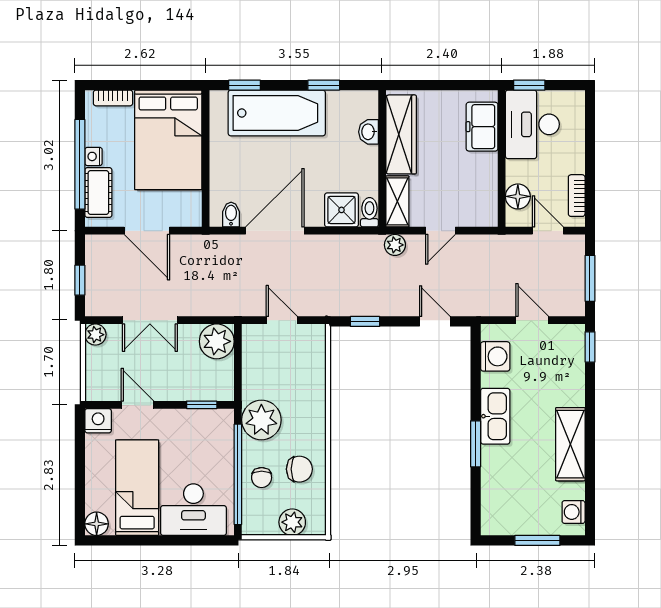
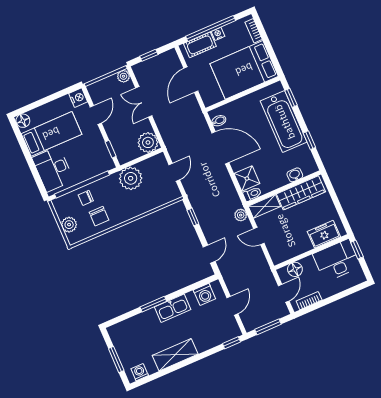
plant: (261, 420) -> (131, 178), moved

